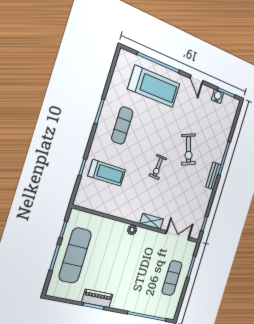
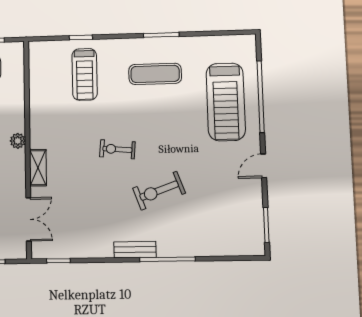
water cooler: (218, 96) -> (254, 211), removed

